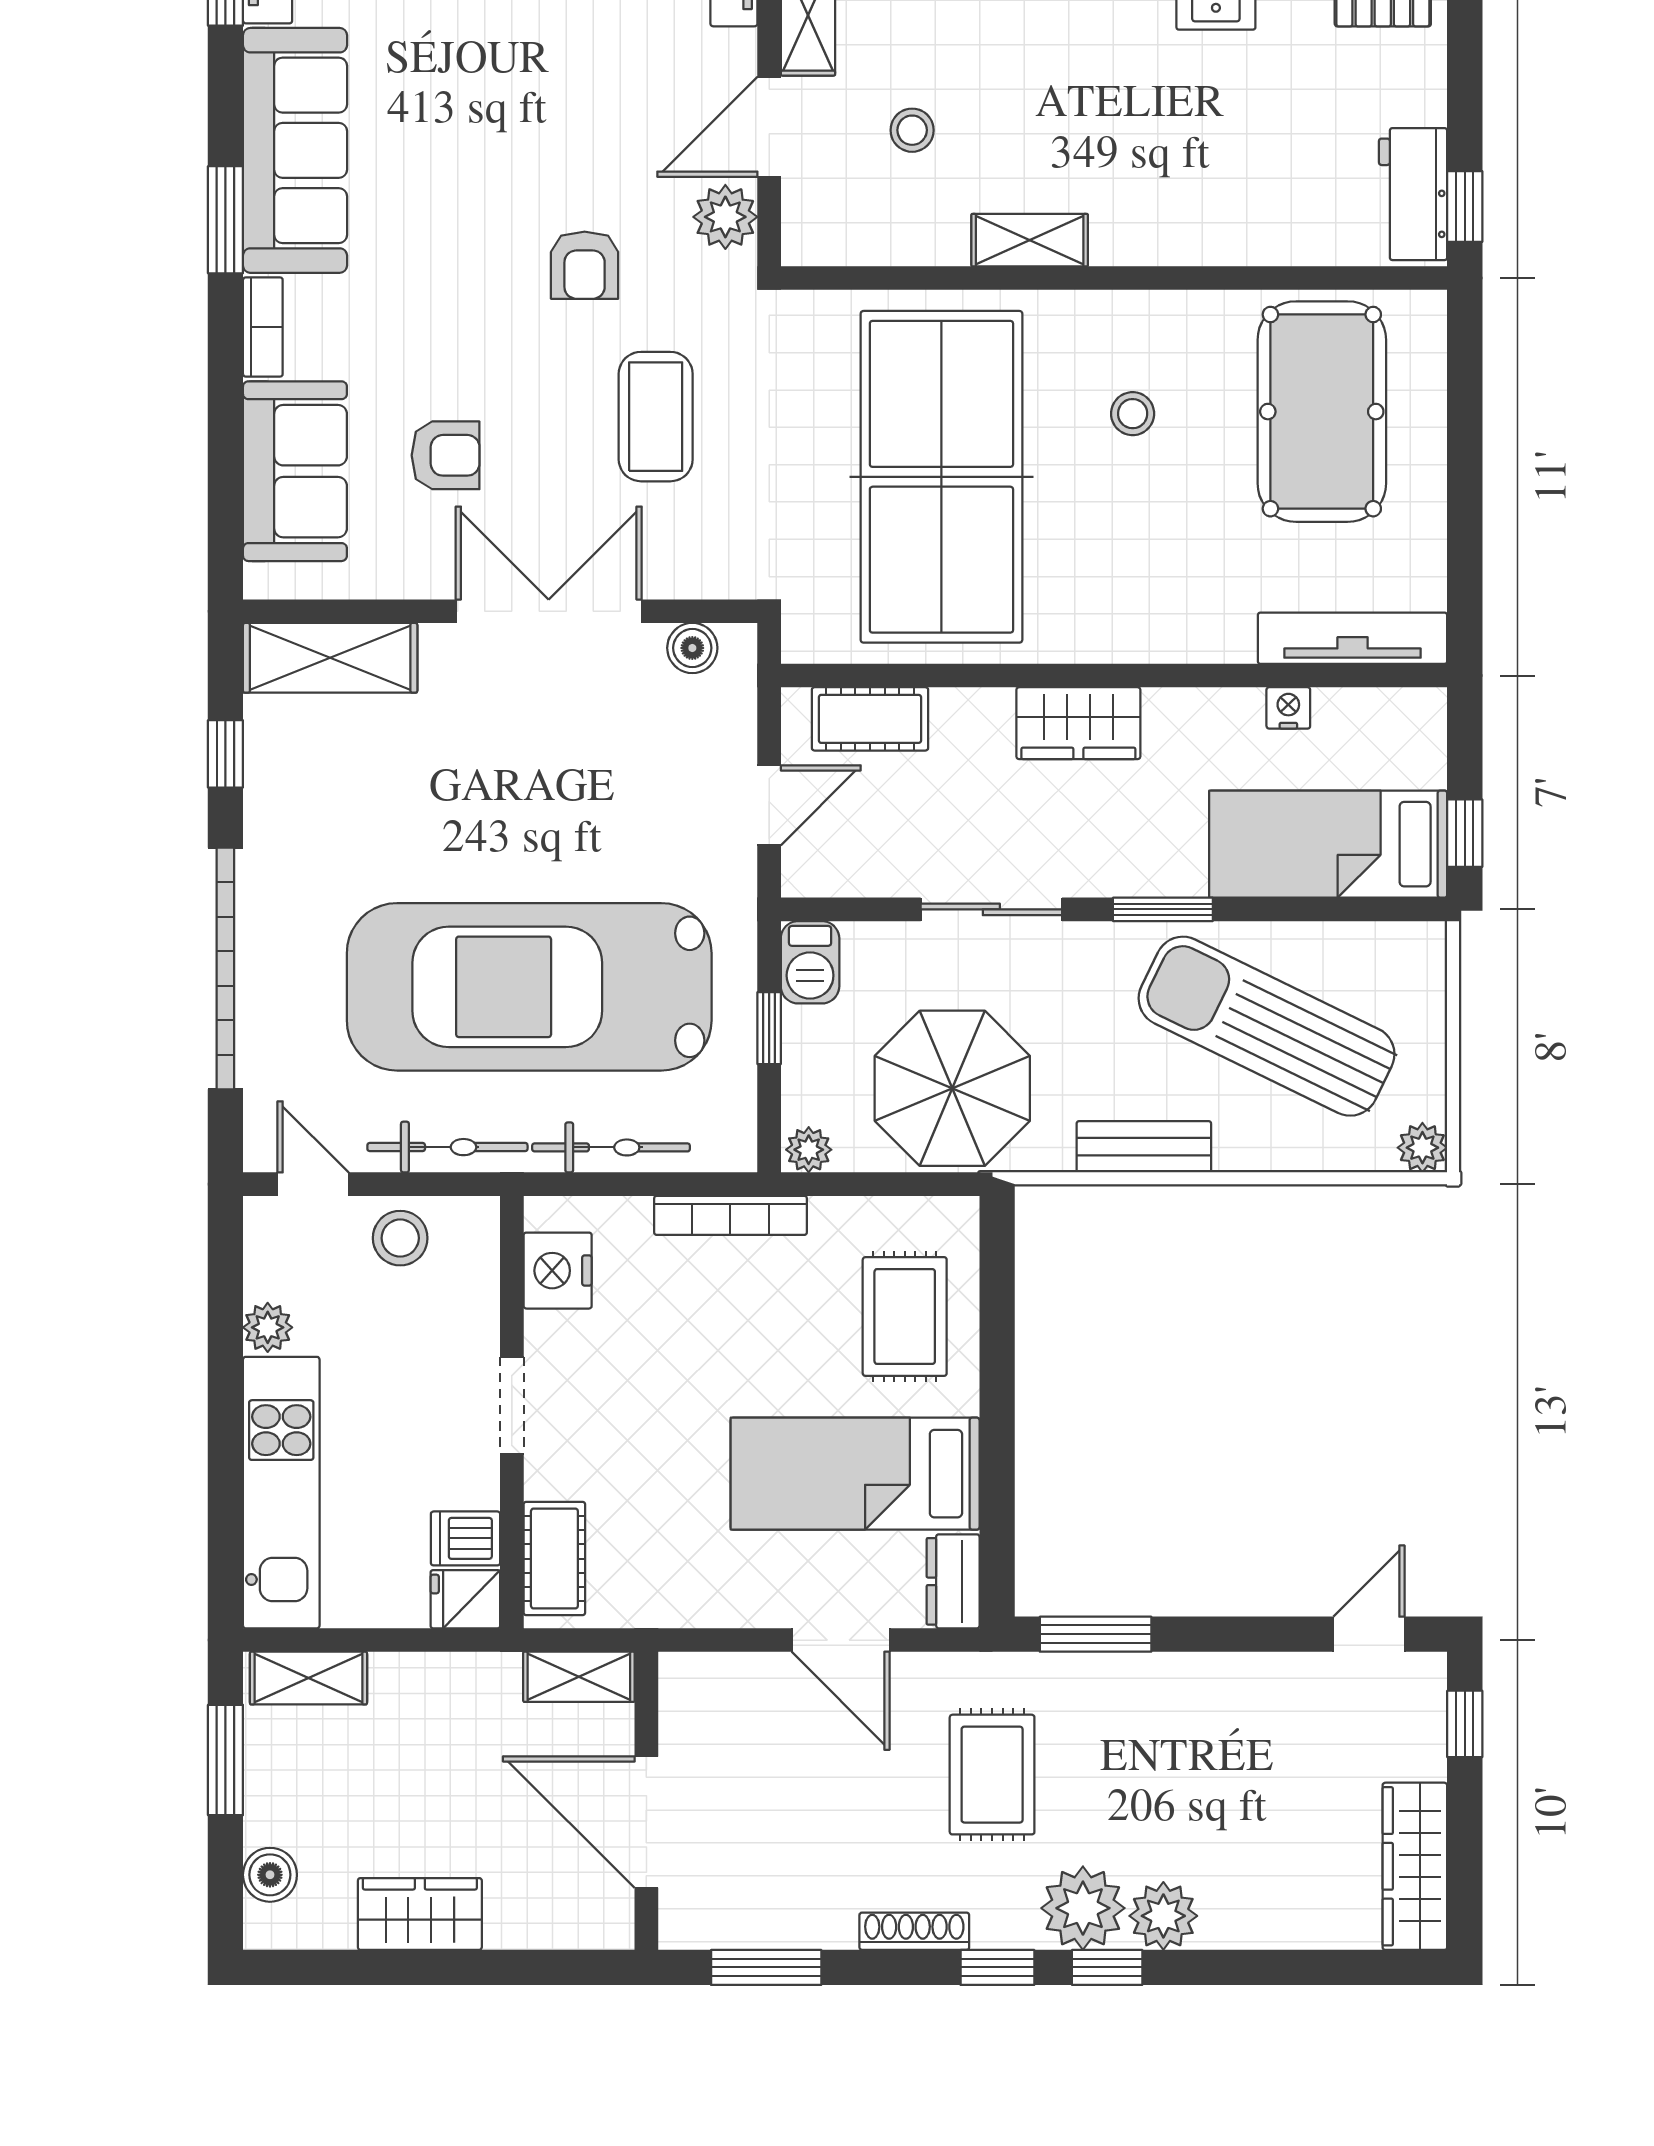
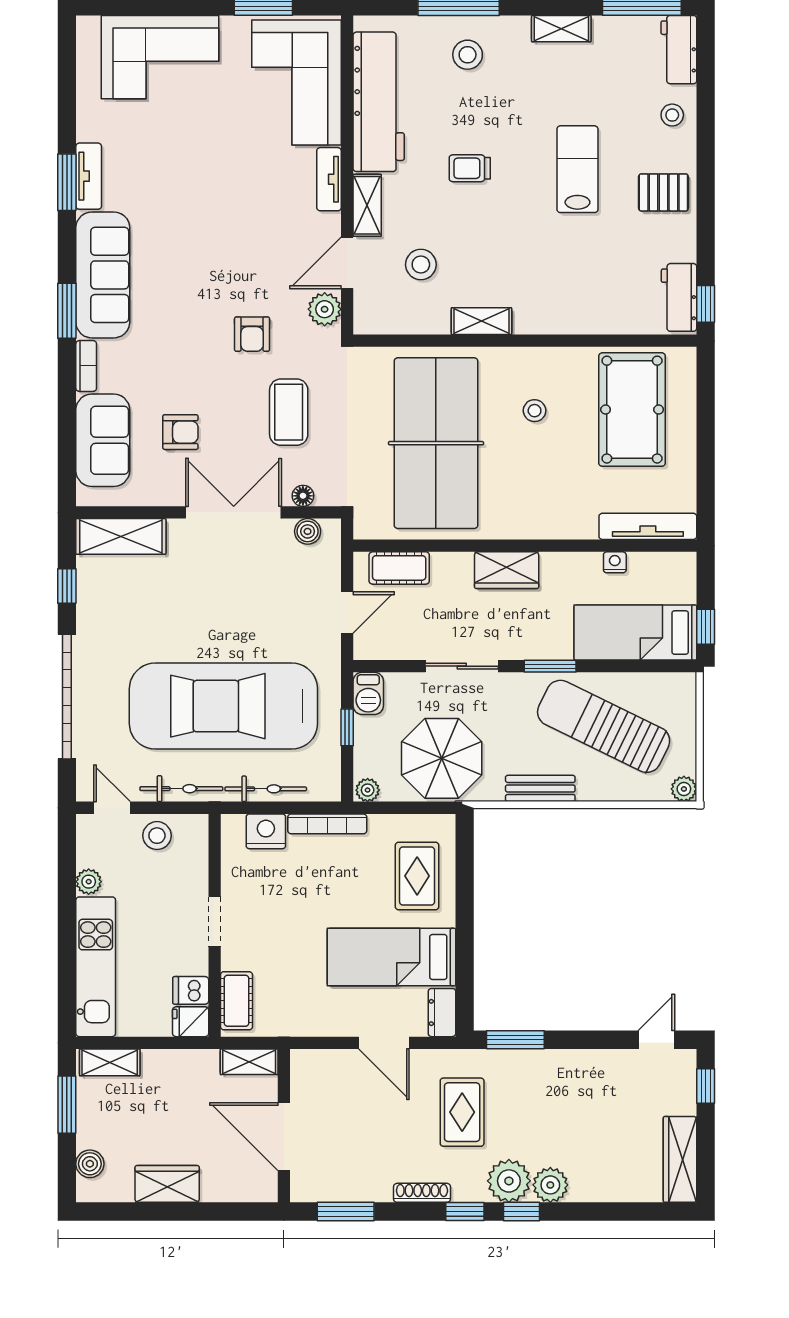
stool: (912, 130) -> (421, 265), width x1.37, depth x1.37
floor lamp: (683, 579) -> (303, 496), added
nightstand: (558, 1271) -> (266, 831), moved, turned 90

